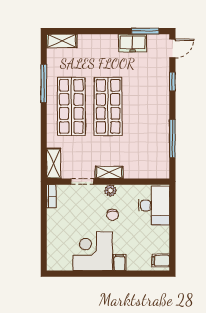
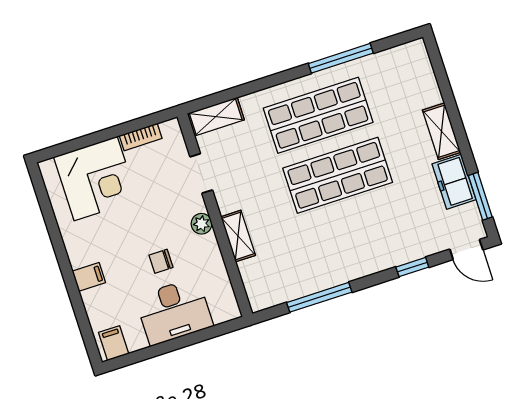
shelving: (62, 41) -> (442, 131), moved
shelving: (109, 172) -> (238, 236), moved
bookcase: (51, 196) -> (141, 137), moved
desk: (154, 205) -> (174, 311), moved
chair: (113, 215) -> (161, 261), moved
corner desk: (93, 251) -> (96, 179), moved, turned 90

